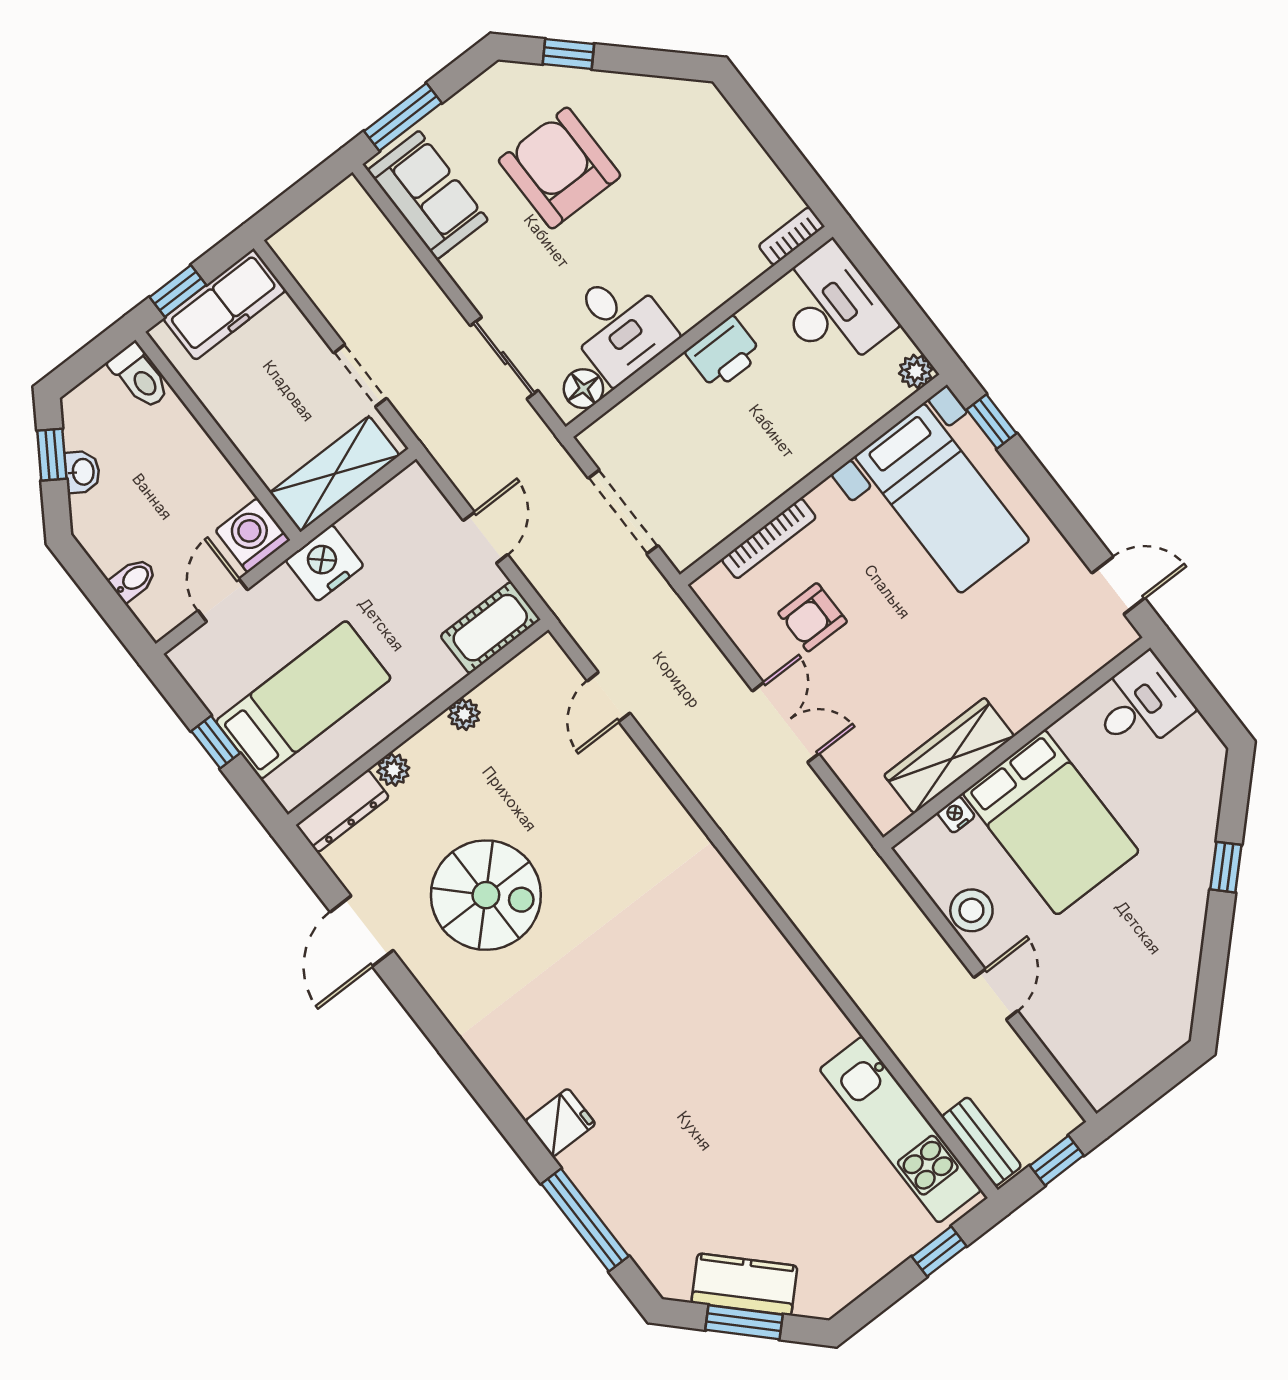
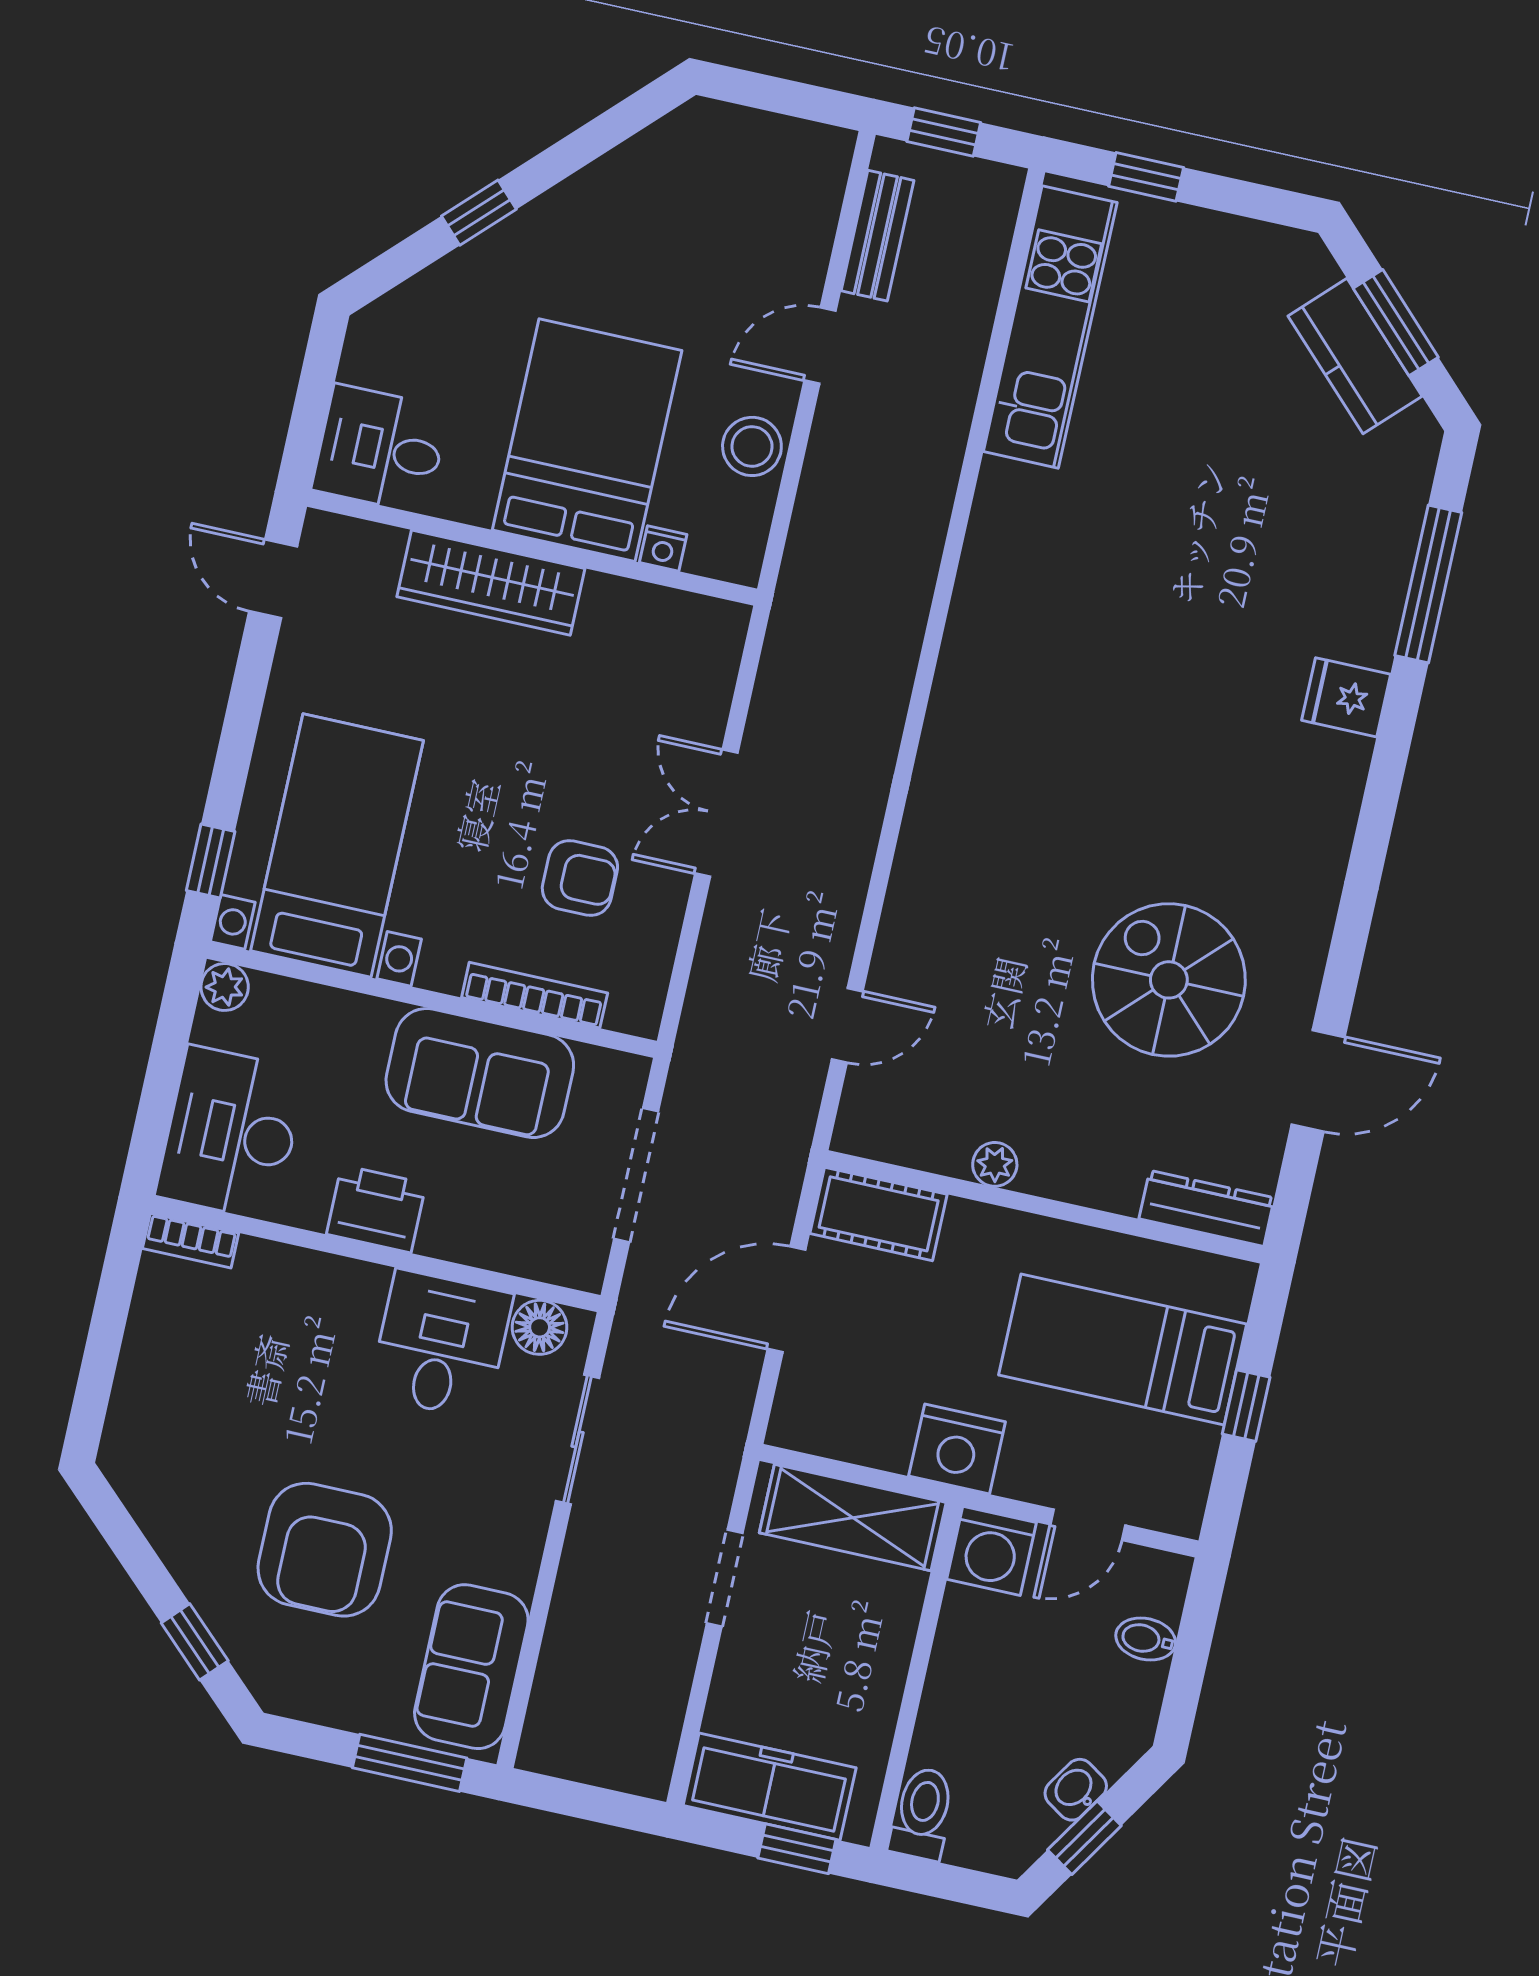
sofa: (751, 472) -> (480, 1073), added
door: (485, 538) -> (786, 1299), width x1.37
wardrobe: (949, 756) -> (491, 583), moved
plant: (393, 770) -> (1117, 1191), removed
bench: (981, 1142) -> (877, 236), moved

